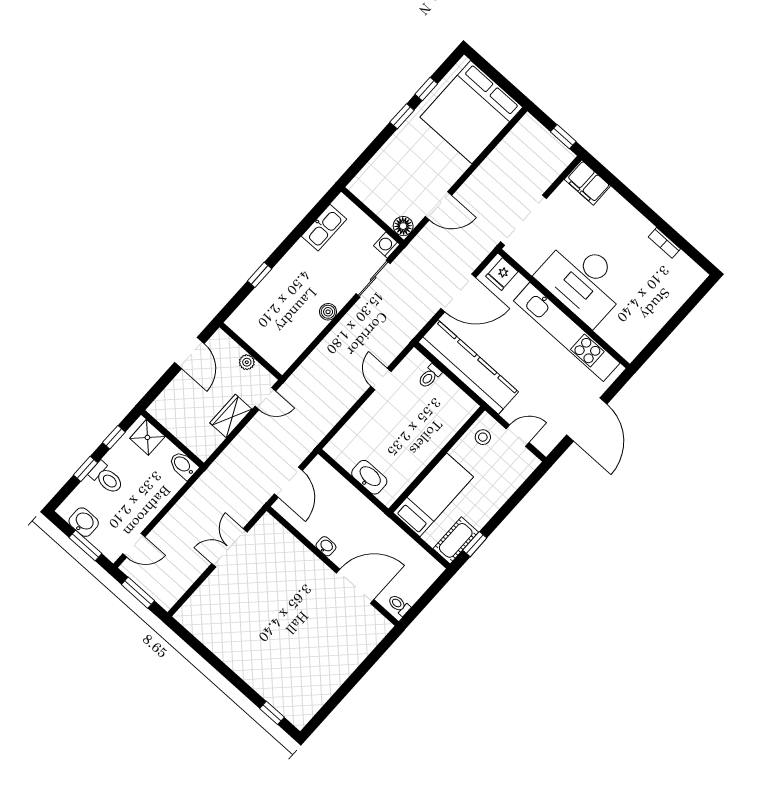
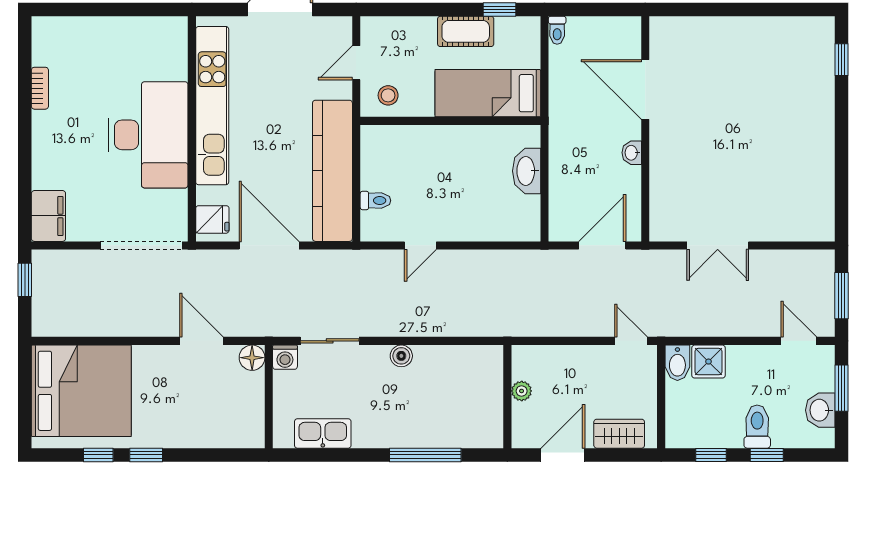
window: (260, 275) -> (425, 455), width x2.17
door: (265, 399) -> (631, 341), moved
wardrobe: (231, 416) -> (619, 434), moved, turned 180
door: (518, 436) -> (356, 63), hinge flipped
shower: (147, 437) -> (708, 362), moved
cot: (456, 540) -> (466, 31), moved
toilet: (399, 605) -> (557, 30), moved

